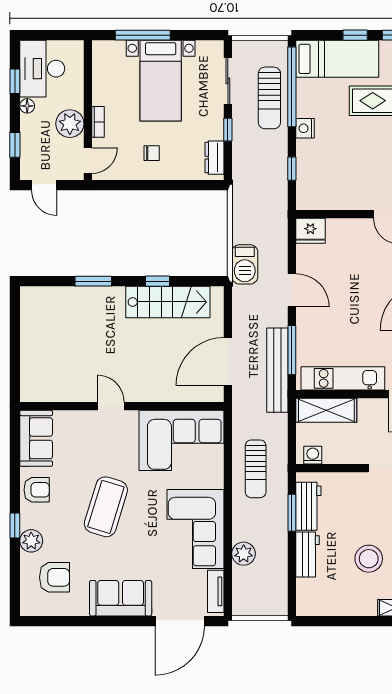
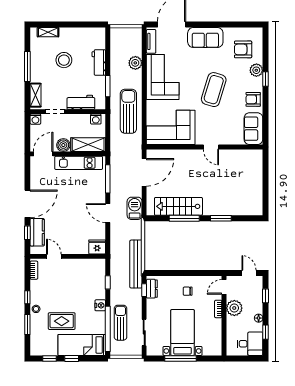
window: (143, 35) -> (181, 358), moved
desk: (42, 69) -> (250, 344), width x0.73
window: (228, 130) -> (144, 290), moved
barbecue: (245, 264) -> (135, 208), moved
window: (157, 281) -> (184, 218), width x2.17
bench: (277, 370) -> (136, 264), moved
boiler: (370, 410) -> (63, 145), added
sun lounger: (256, 469) -> (128, 111), width x1.36, depth x1.34
workbench: (308, 506) -> (81, 102), moved, turned 90

